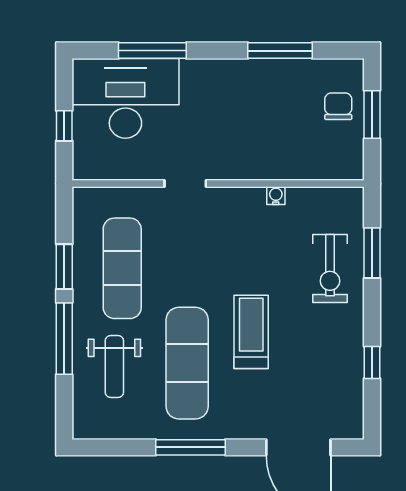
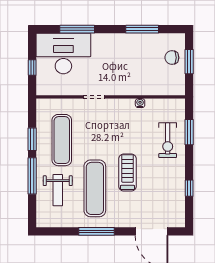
chair: (338, 106) -> (172, 58), turned -90

